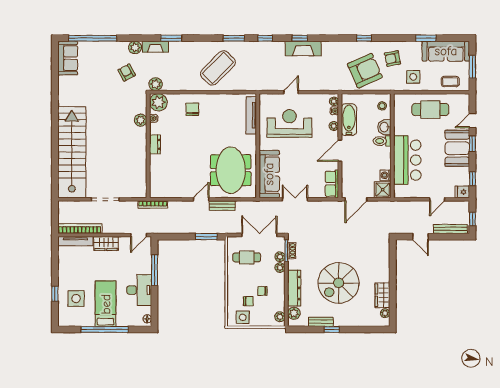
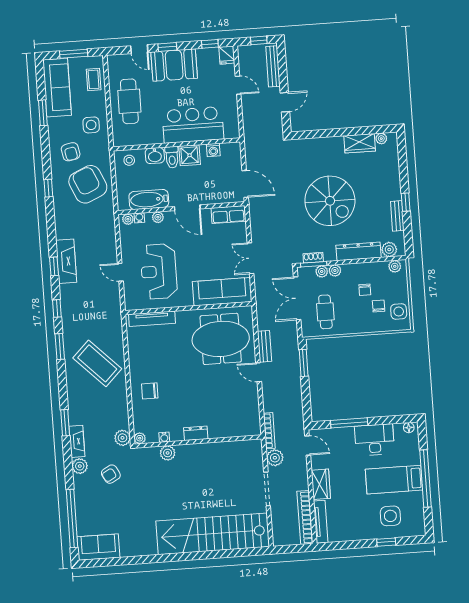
plant: (158, 102) -> (140, 438), width x0.53, depth x0.53
shower: (383, 190) -> (190, 155), moved
plant: (130, 208) -> (275, 458), added
spiral stairs: (339, 283) -> (330, 201), moved

